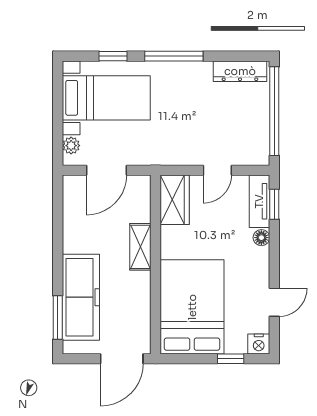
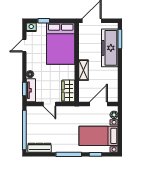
door: (217, 170) -> (49, 104), swing flipped

